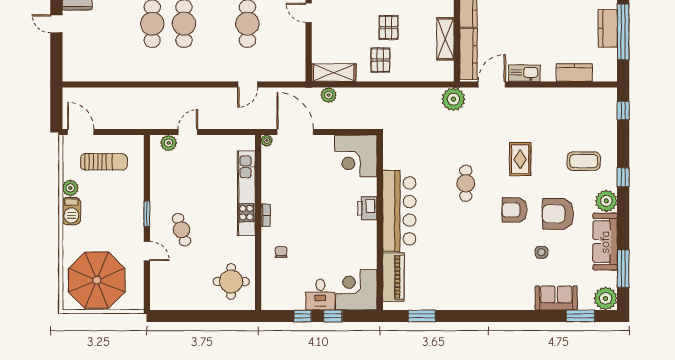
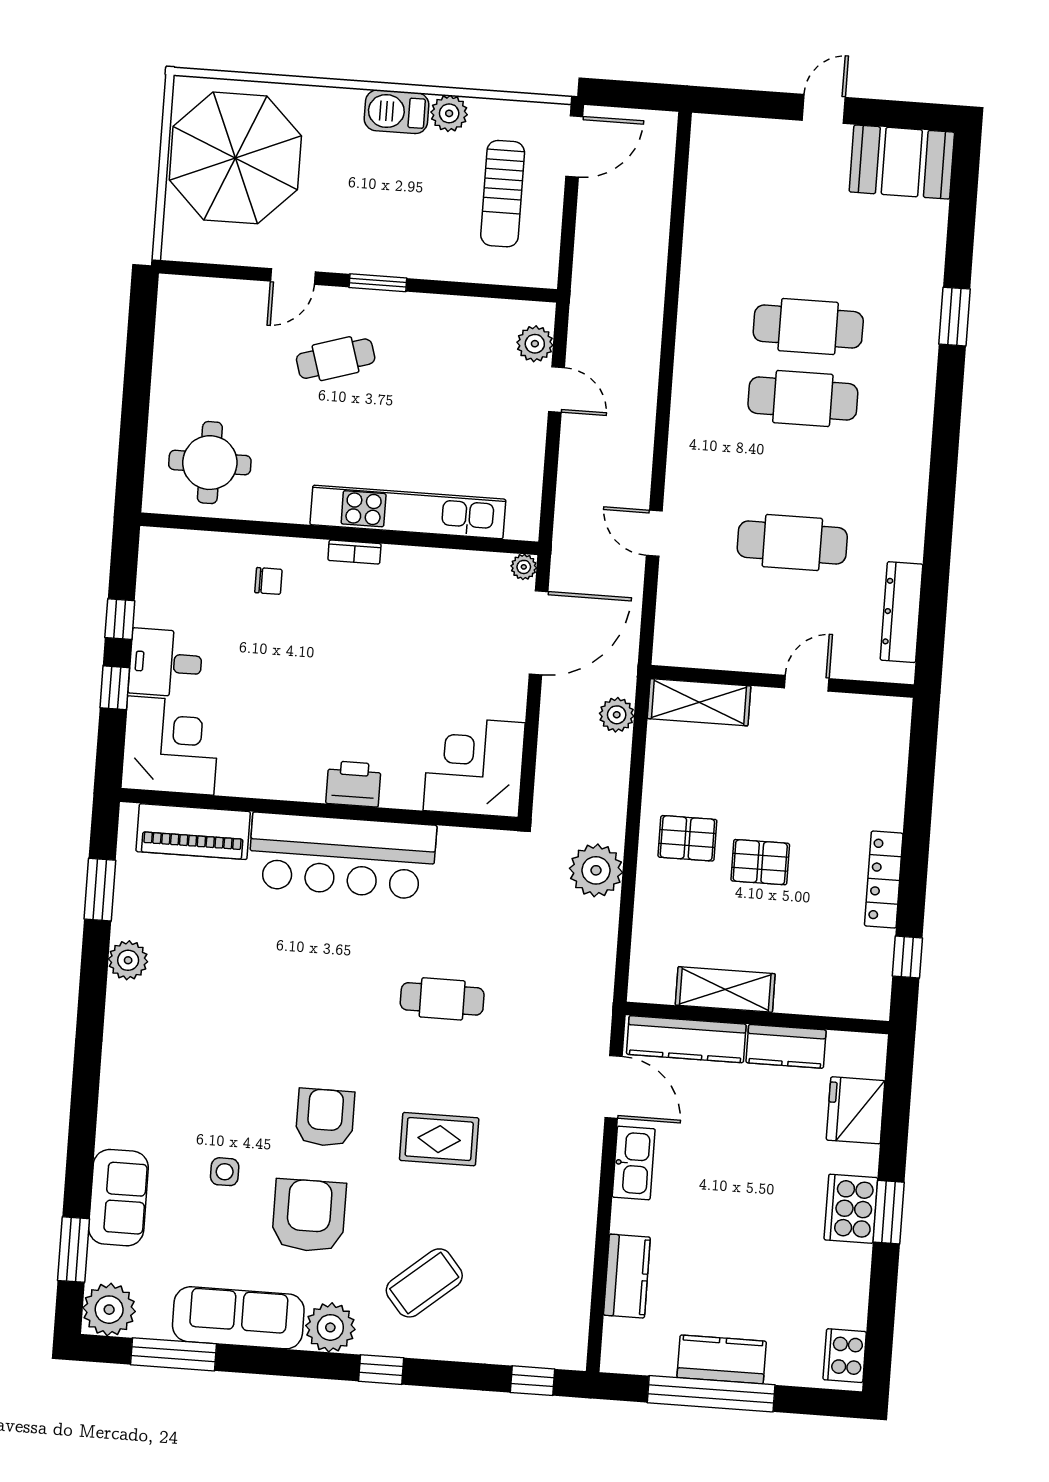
shelving: (334, 73) -> (699, 702), moved, turned 90
plant: (453, 99) -> (596, 870), moved
coffee table: (584, 161) -> (424, 1283), turned 50
cafe table: (466, 183) -> (442, 999), moved
plant: (452, 301) -> (128, 960), added

